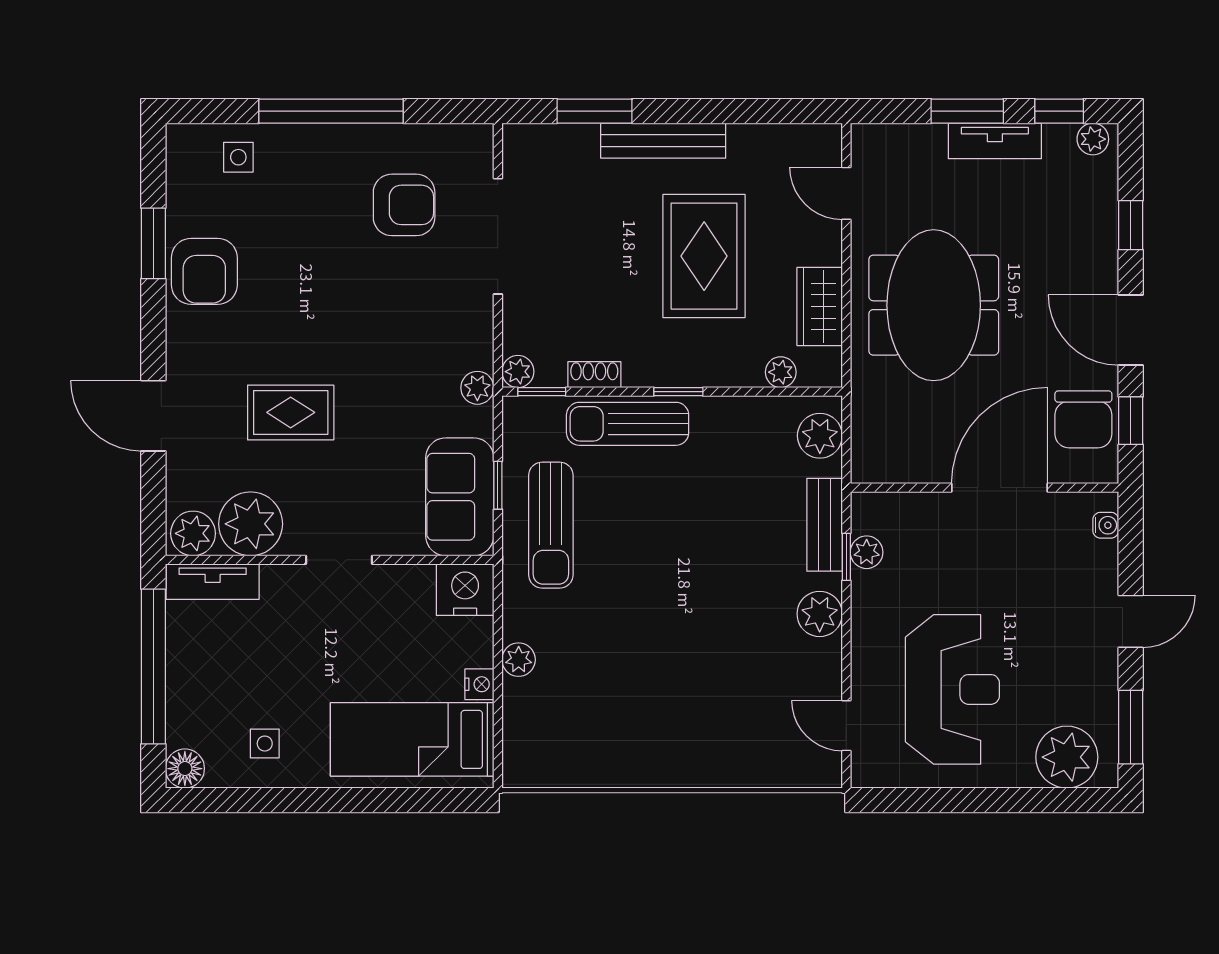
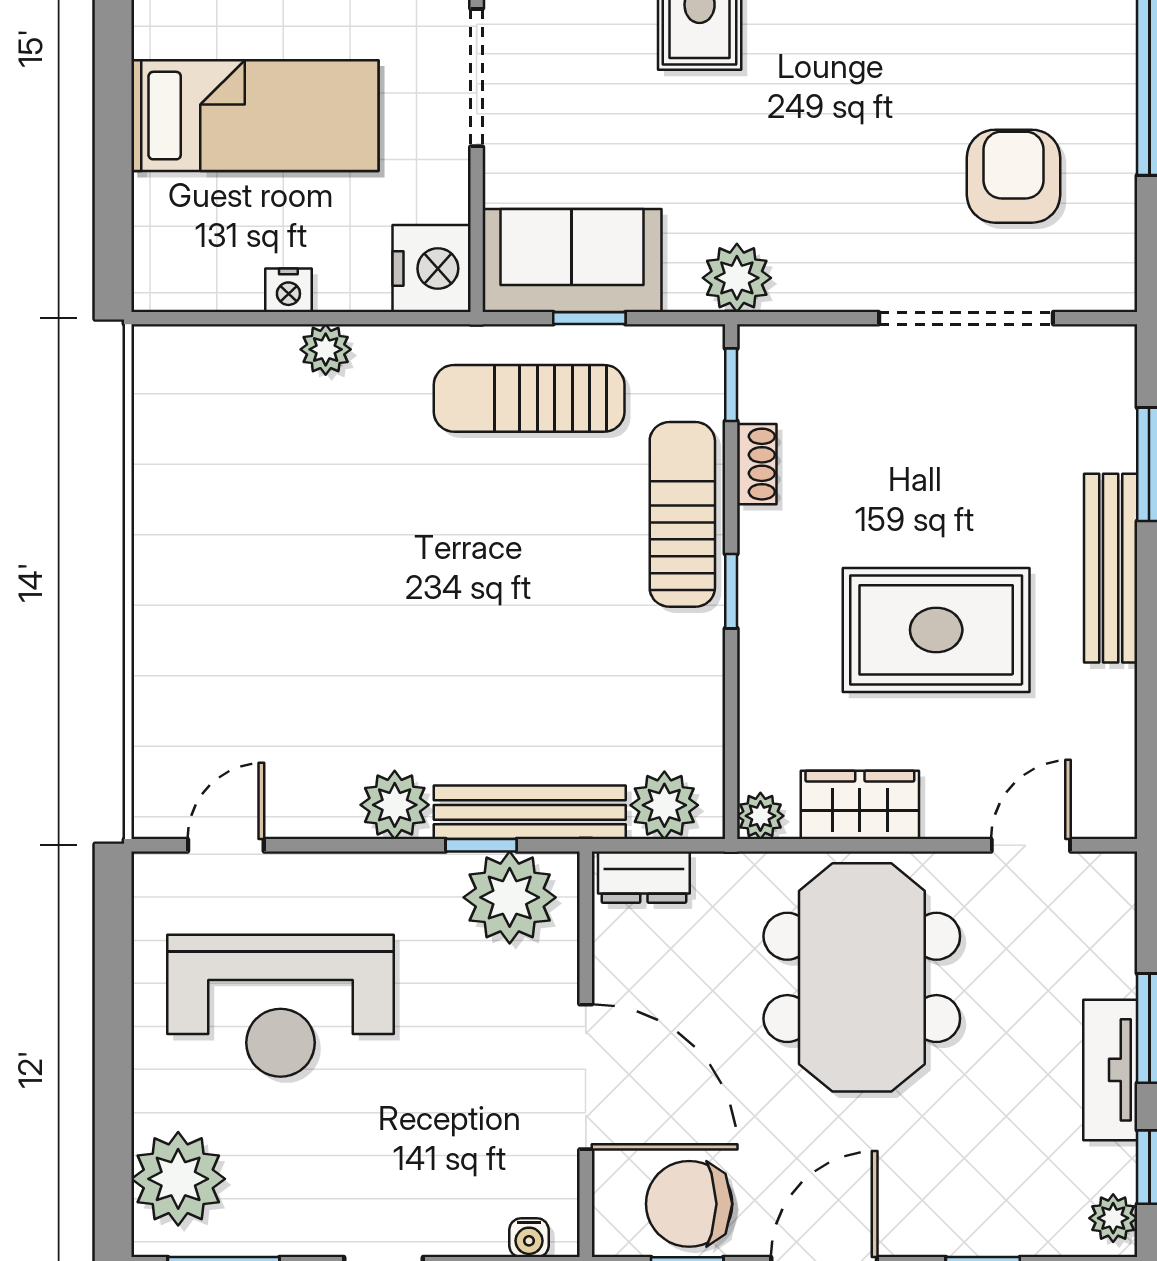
armchair: (404, 205) -> (1013, 176), turned 180
meeting table: (934, 305) -> (862, 977), turned 90
plant: (518, 372) -> (761, 348), removed
plant: (781, 372) -> (760, 816), moved
plant: (477, 388) -> (737, 278), width x1.38, depth x1.38
dresser: (867, 449) -> (644, 877), added
bench: (825, 525) -> (530, 812), width x1.36
plant: (867, 552) -> (510, 897), width x1.88, depth x1.88
doorway: (339, 560) -> (477, 78), width x1.38
bed: (412, 739) -> (255, 116), moved, turned 90

